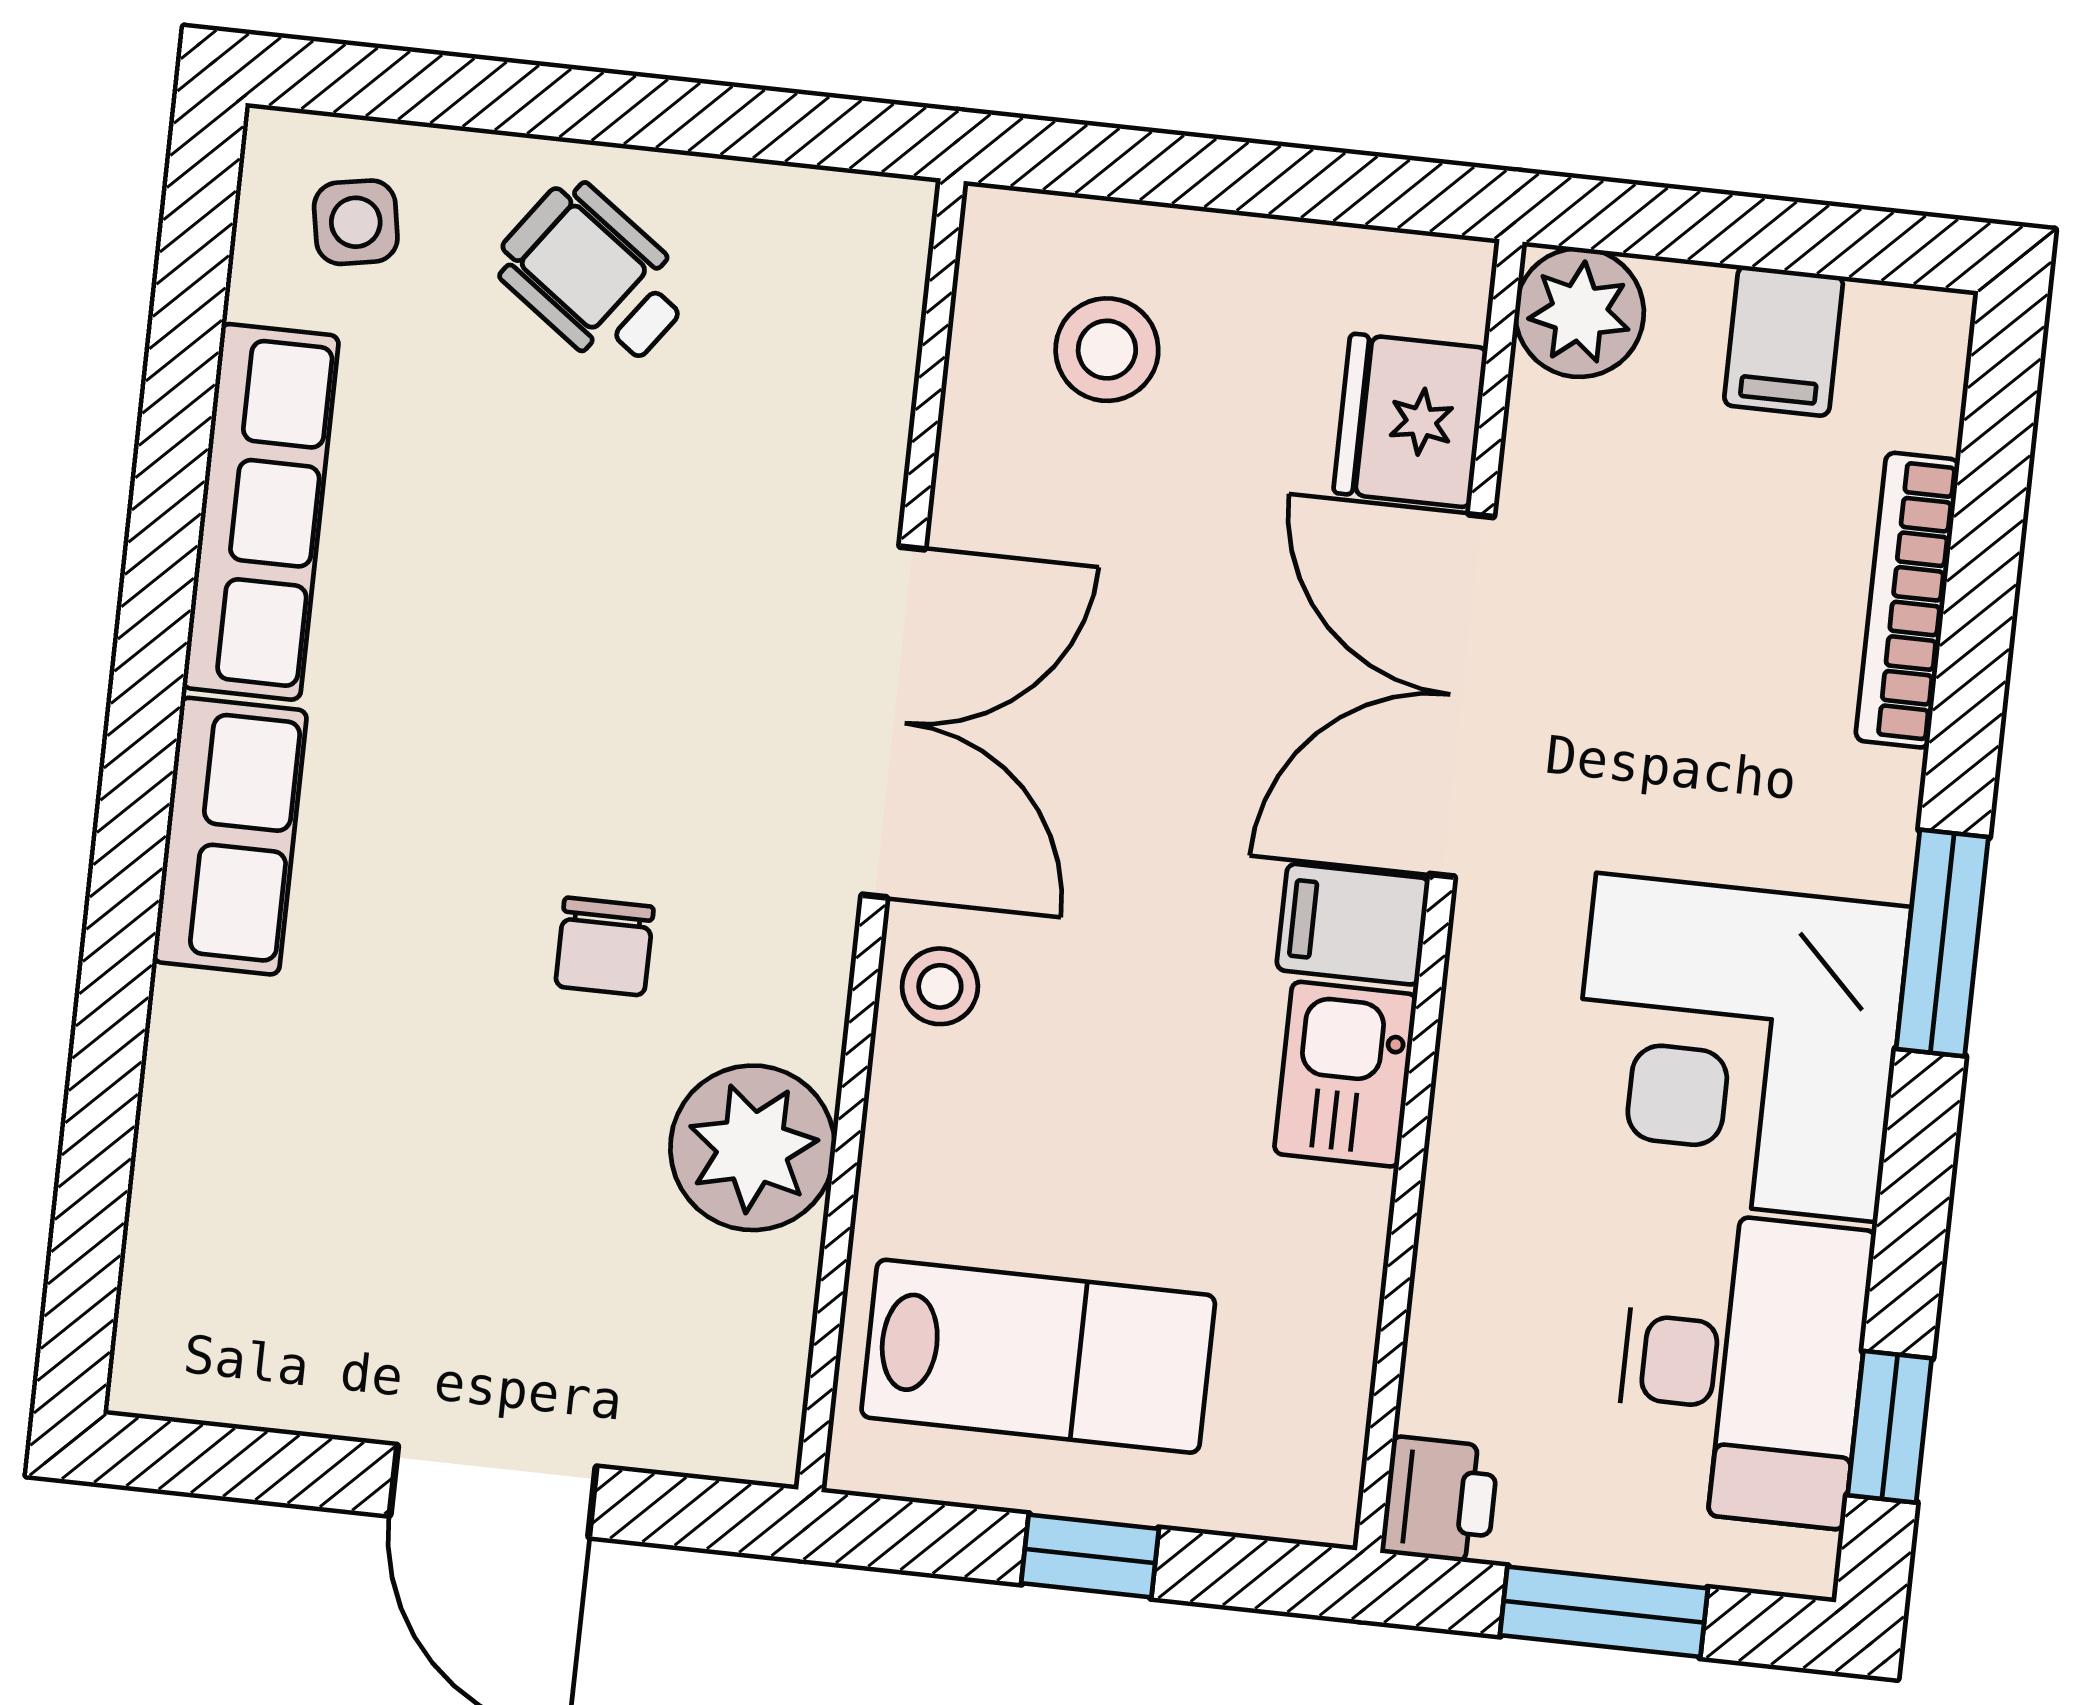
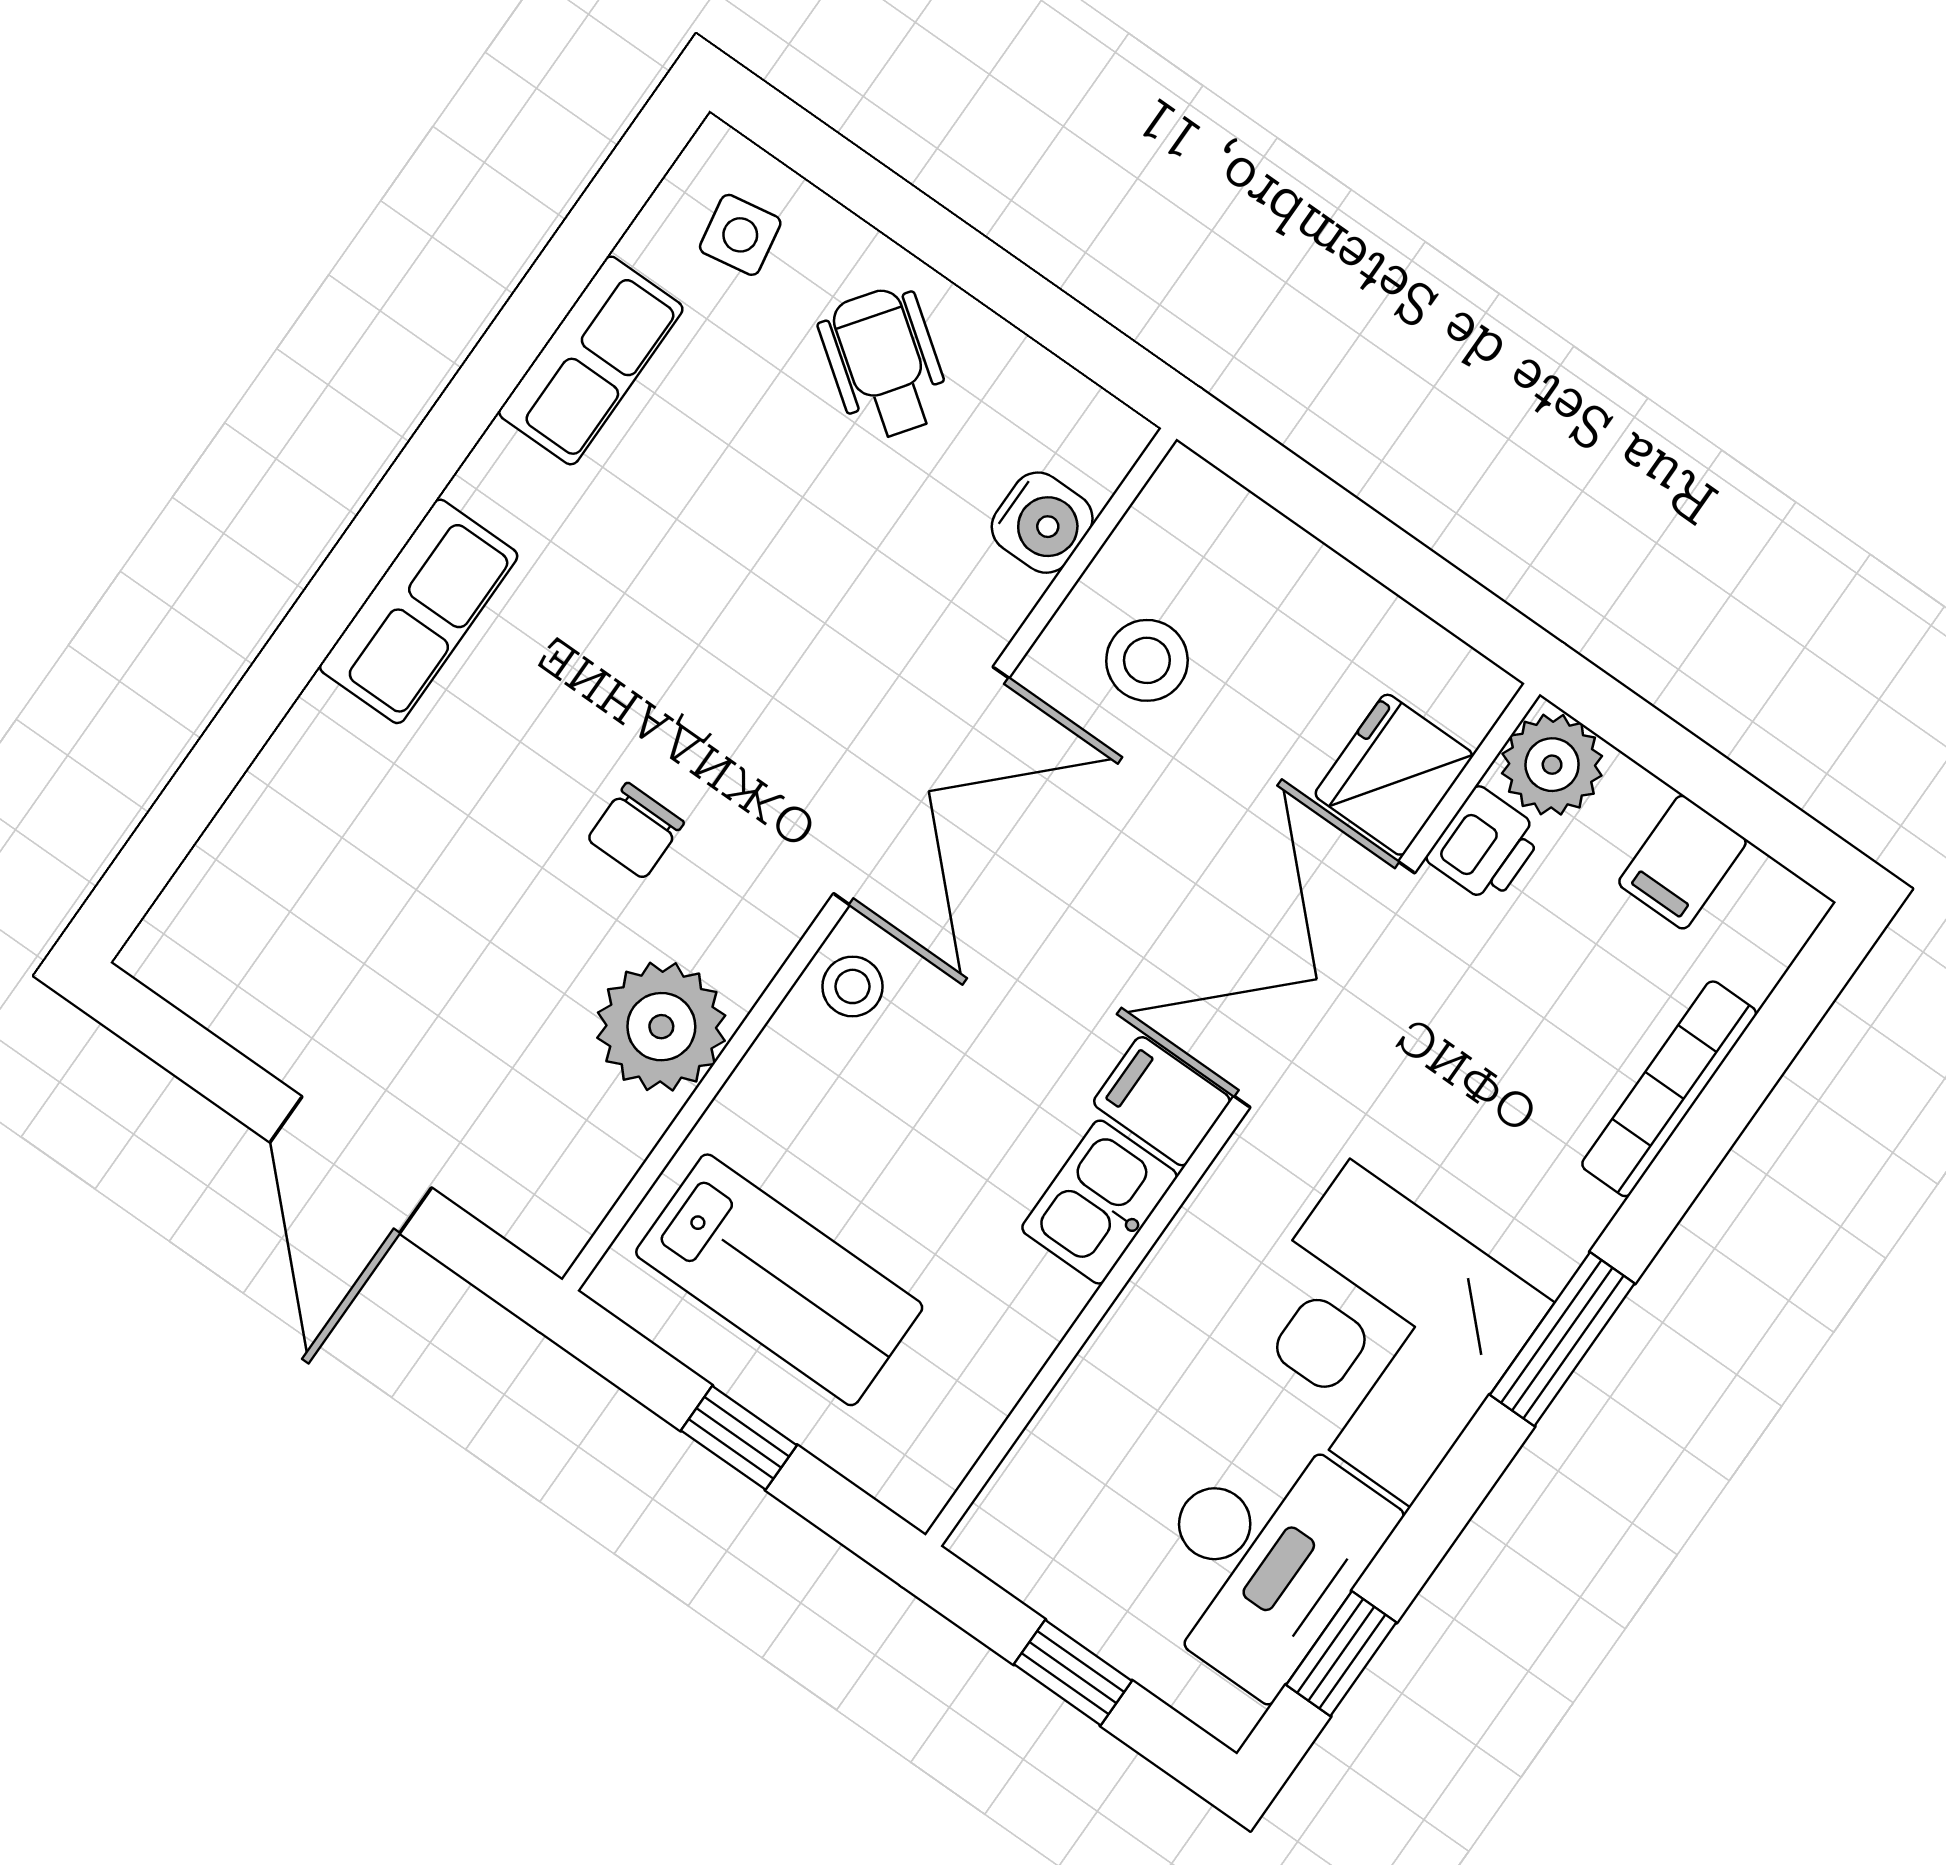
stool: (1107, 350) -> (1147, 660), moved
water cooler: (866, 356) -> (1042, 523), added
row of seats: (261, 512) -> (591, 360), width x0.68
printer: (1440, 1500) -> (1485, 845), moved
window: (1604, 1612) -> (1073, 1673), width x0.67

